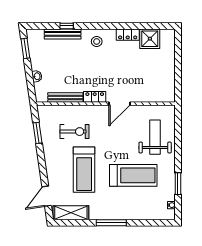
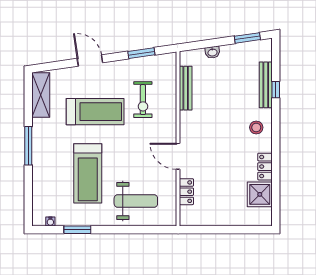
locker: (95, 97) -> (186, 192), moved
treadmill: (84, 170) -> (95, 112), turned 180
door: (47, 196) -> (90, 61), moved

